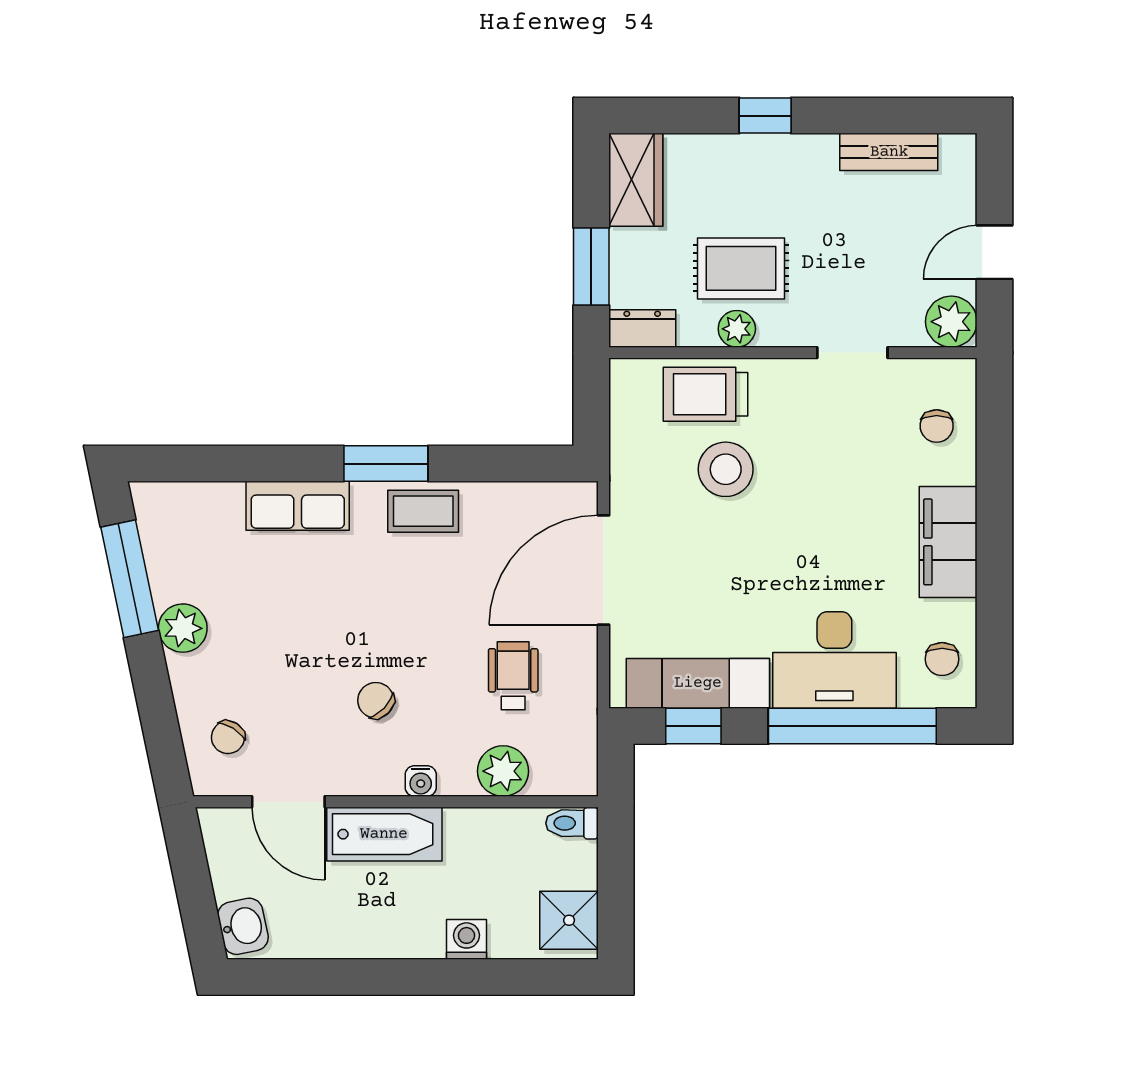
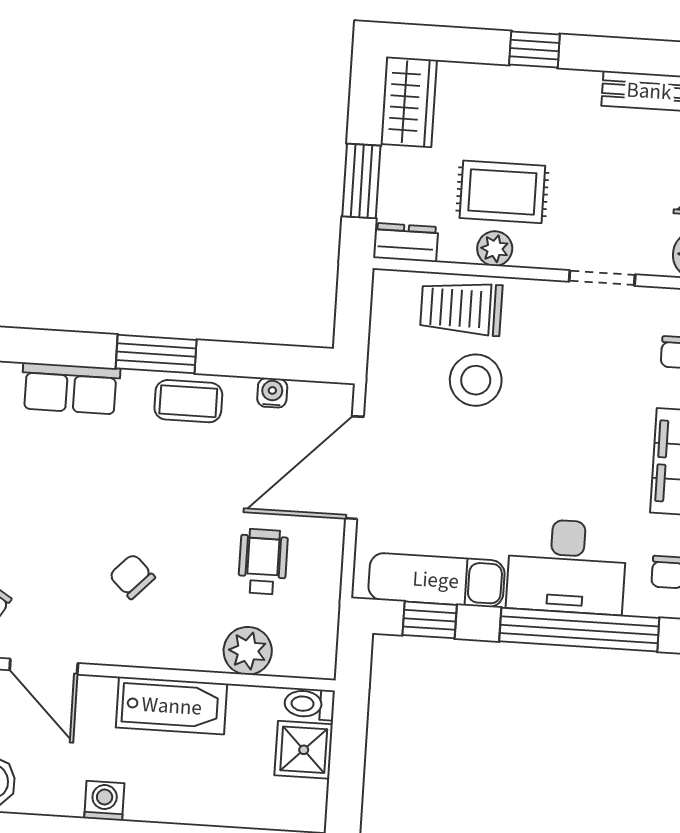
water cooler: (421, 781) -> (272, 393), moved, turned 180
bathtub: (384, 834) -> (172, 706), moved
shower: (569, 920) -> (304, 750), moved
washing machine: (467, 939) -> (104, 801), moved

